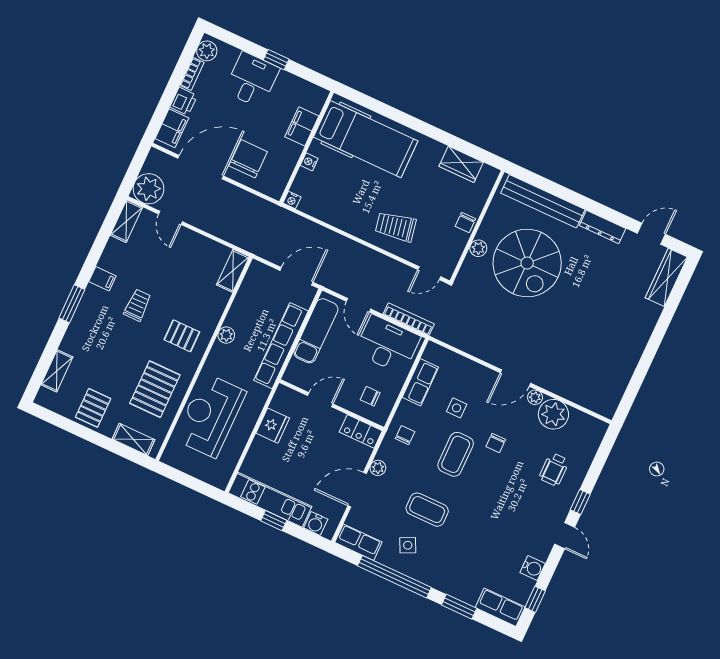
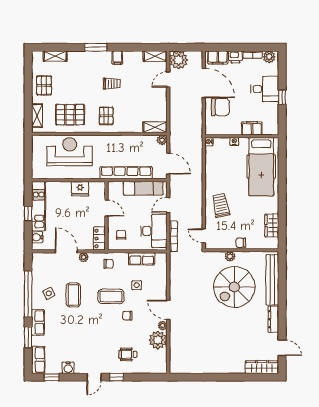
plant: (226, 335) -> (162, 140), moved
pallet: (93, 408) -> (44, 85), turned 90
row of seats: (358, 542) -> (38, 322), moved

